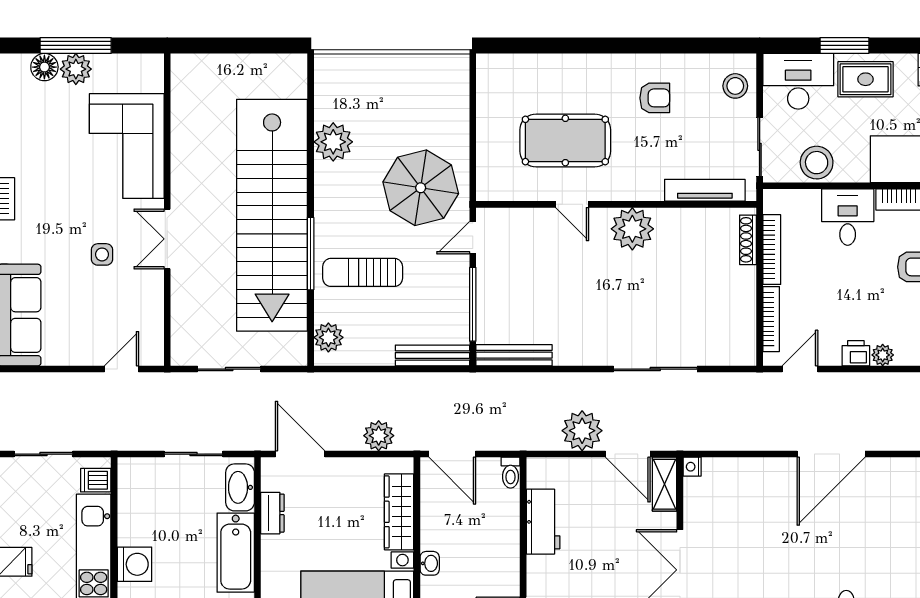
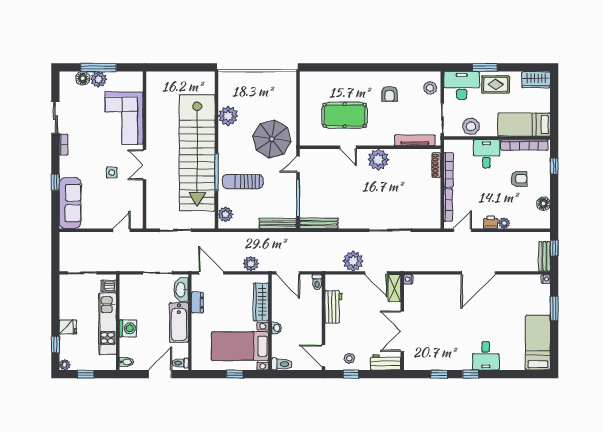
armchair: (655, 98) -> (390, 94), turned 90

